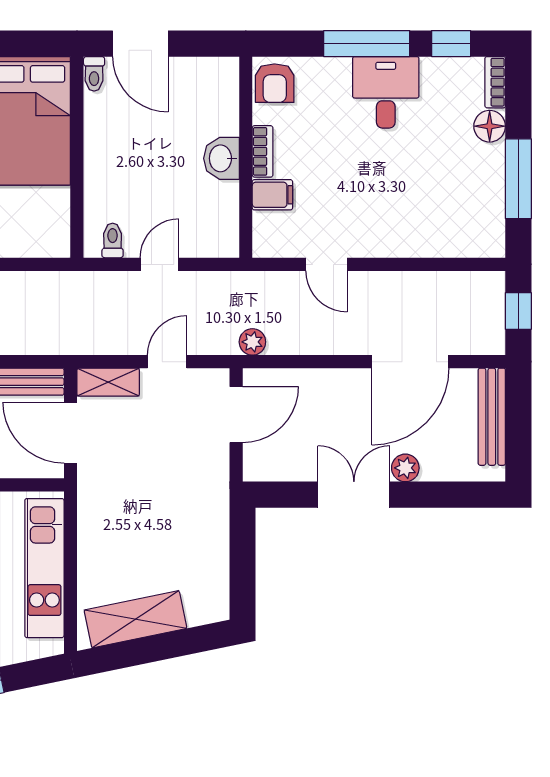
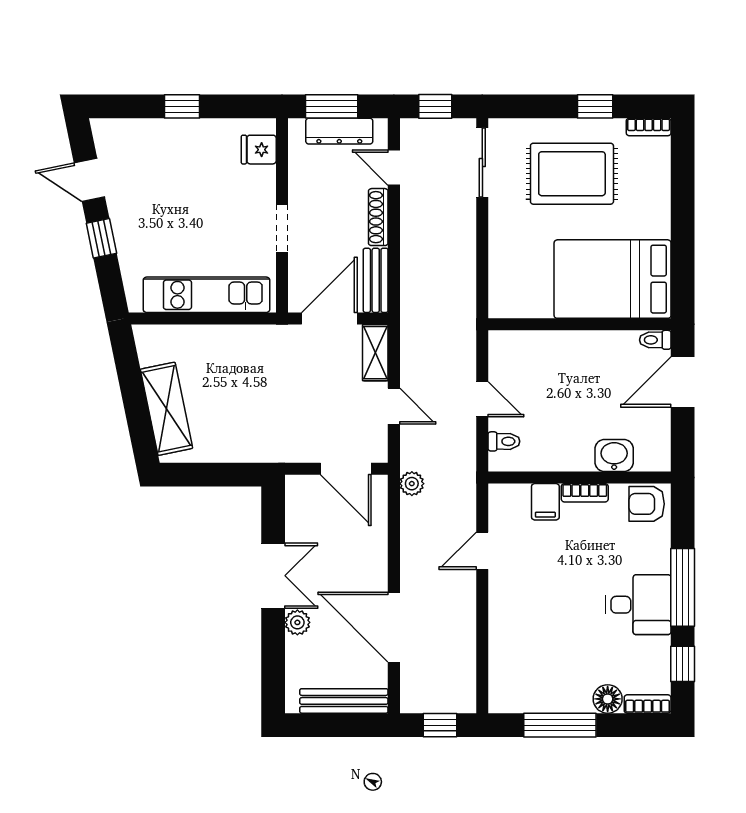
washbasin: (221, 158) -> (614, 456), moved
toilet: (113, 240) -> (504, 441), moved
shelving: (135, 619) -> (166, 409), moved

